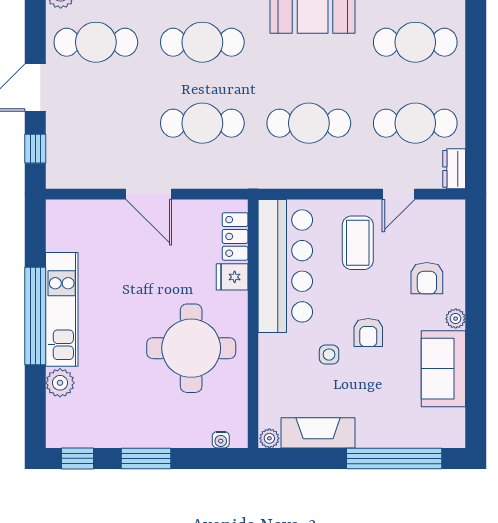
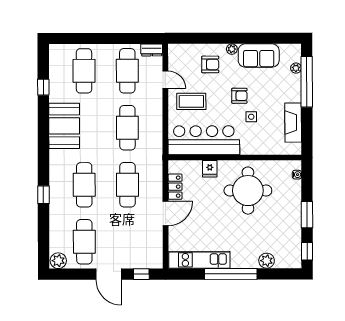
locker: (235, 236) -> (175, 187), moved, turned -90
kitchen unit: (62, 309) -> (199, 260), moved
plant: (269, 438) -> (296, 68), moved

